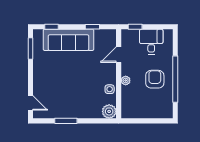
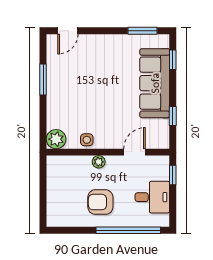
door: (119, 55) -> (134, 152), hinge flipped
armchair: (155, 79) -> (100, 202), turned 180
window: (175, 79) -> (128, 230), moved

